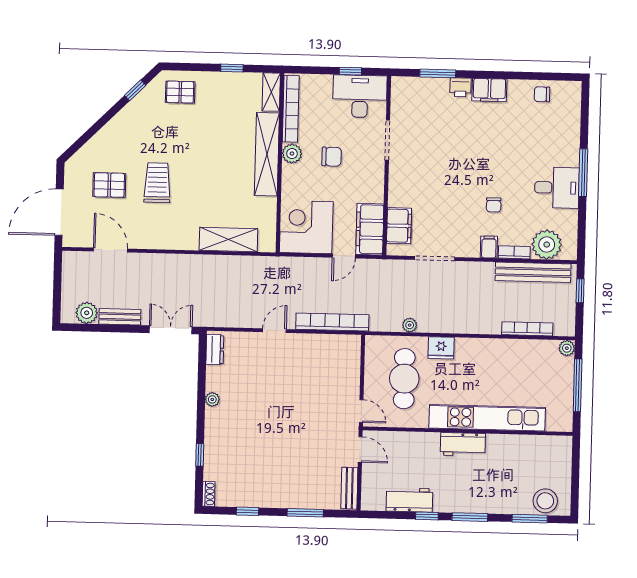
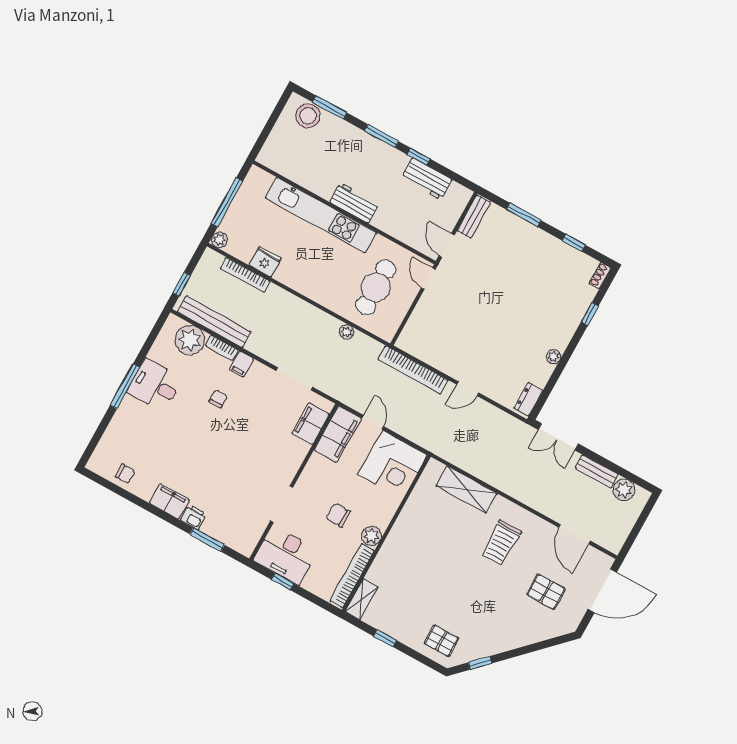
shelving: (267, 154) -> (394, 547), removed
trolley: (157, 183) -> (501, 543), moved
door: (344, 256) -> (373, 422), hinge flipped
fridge: (441, 348) -> (265, 262), moved

